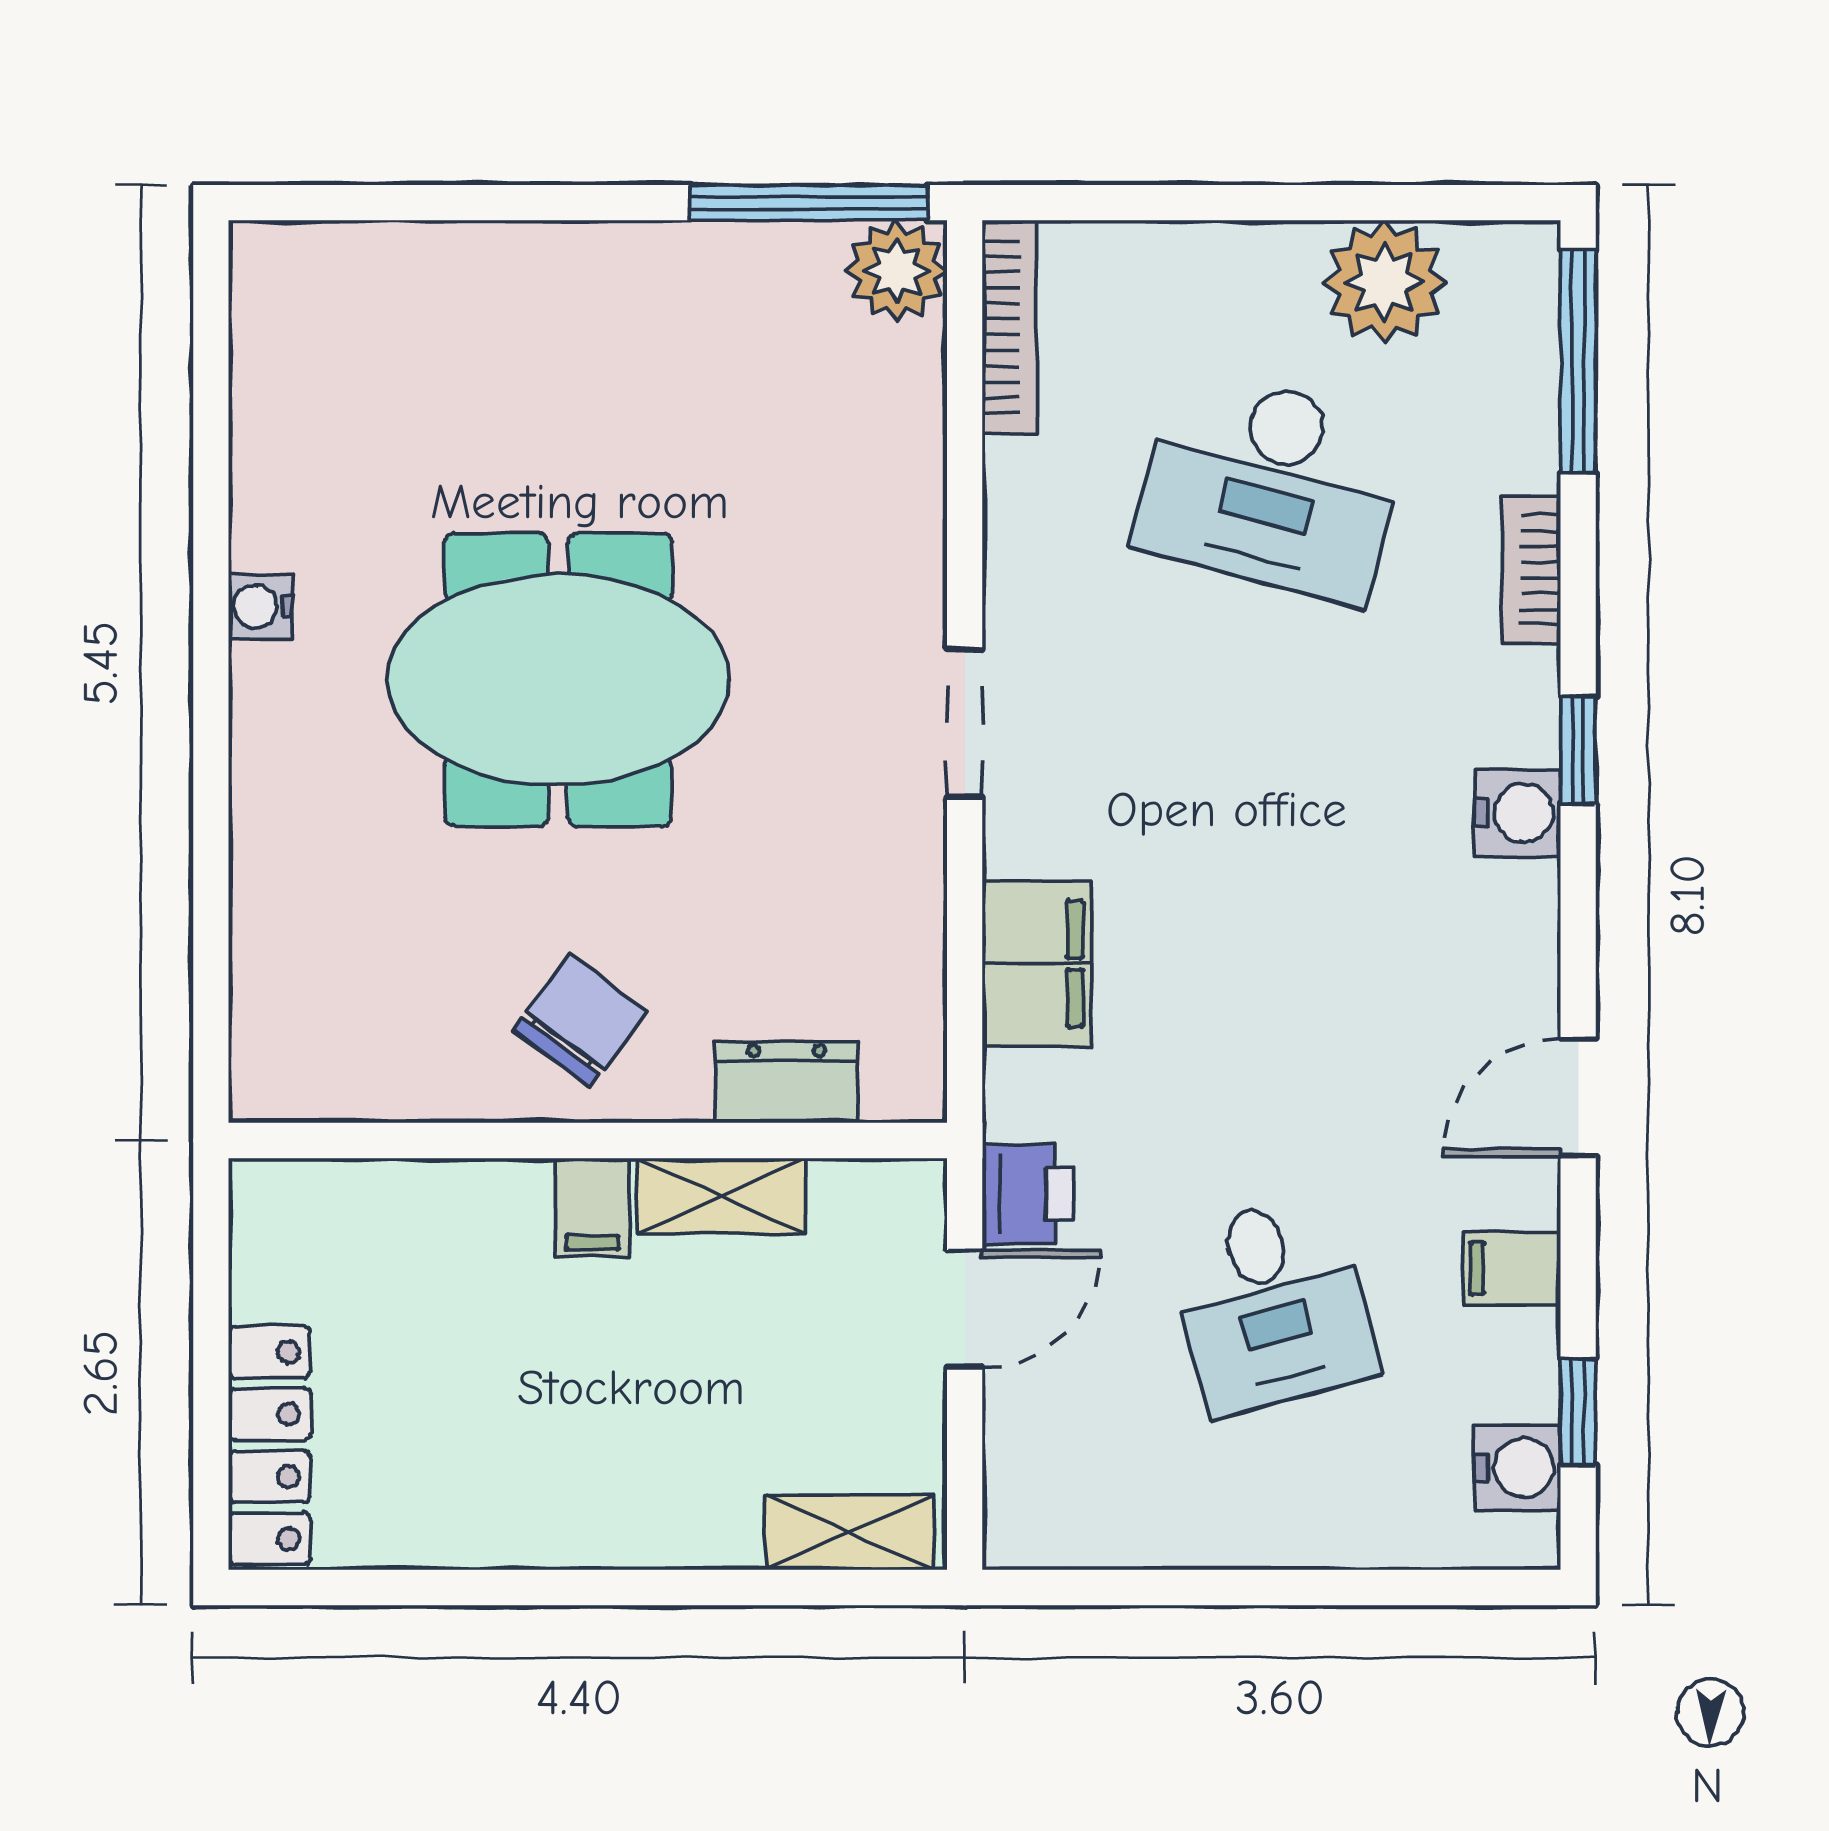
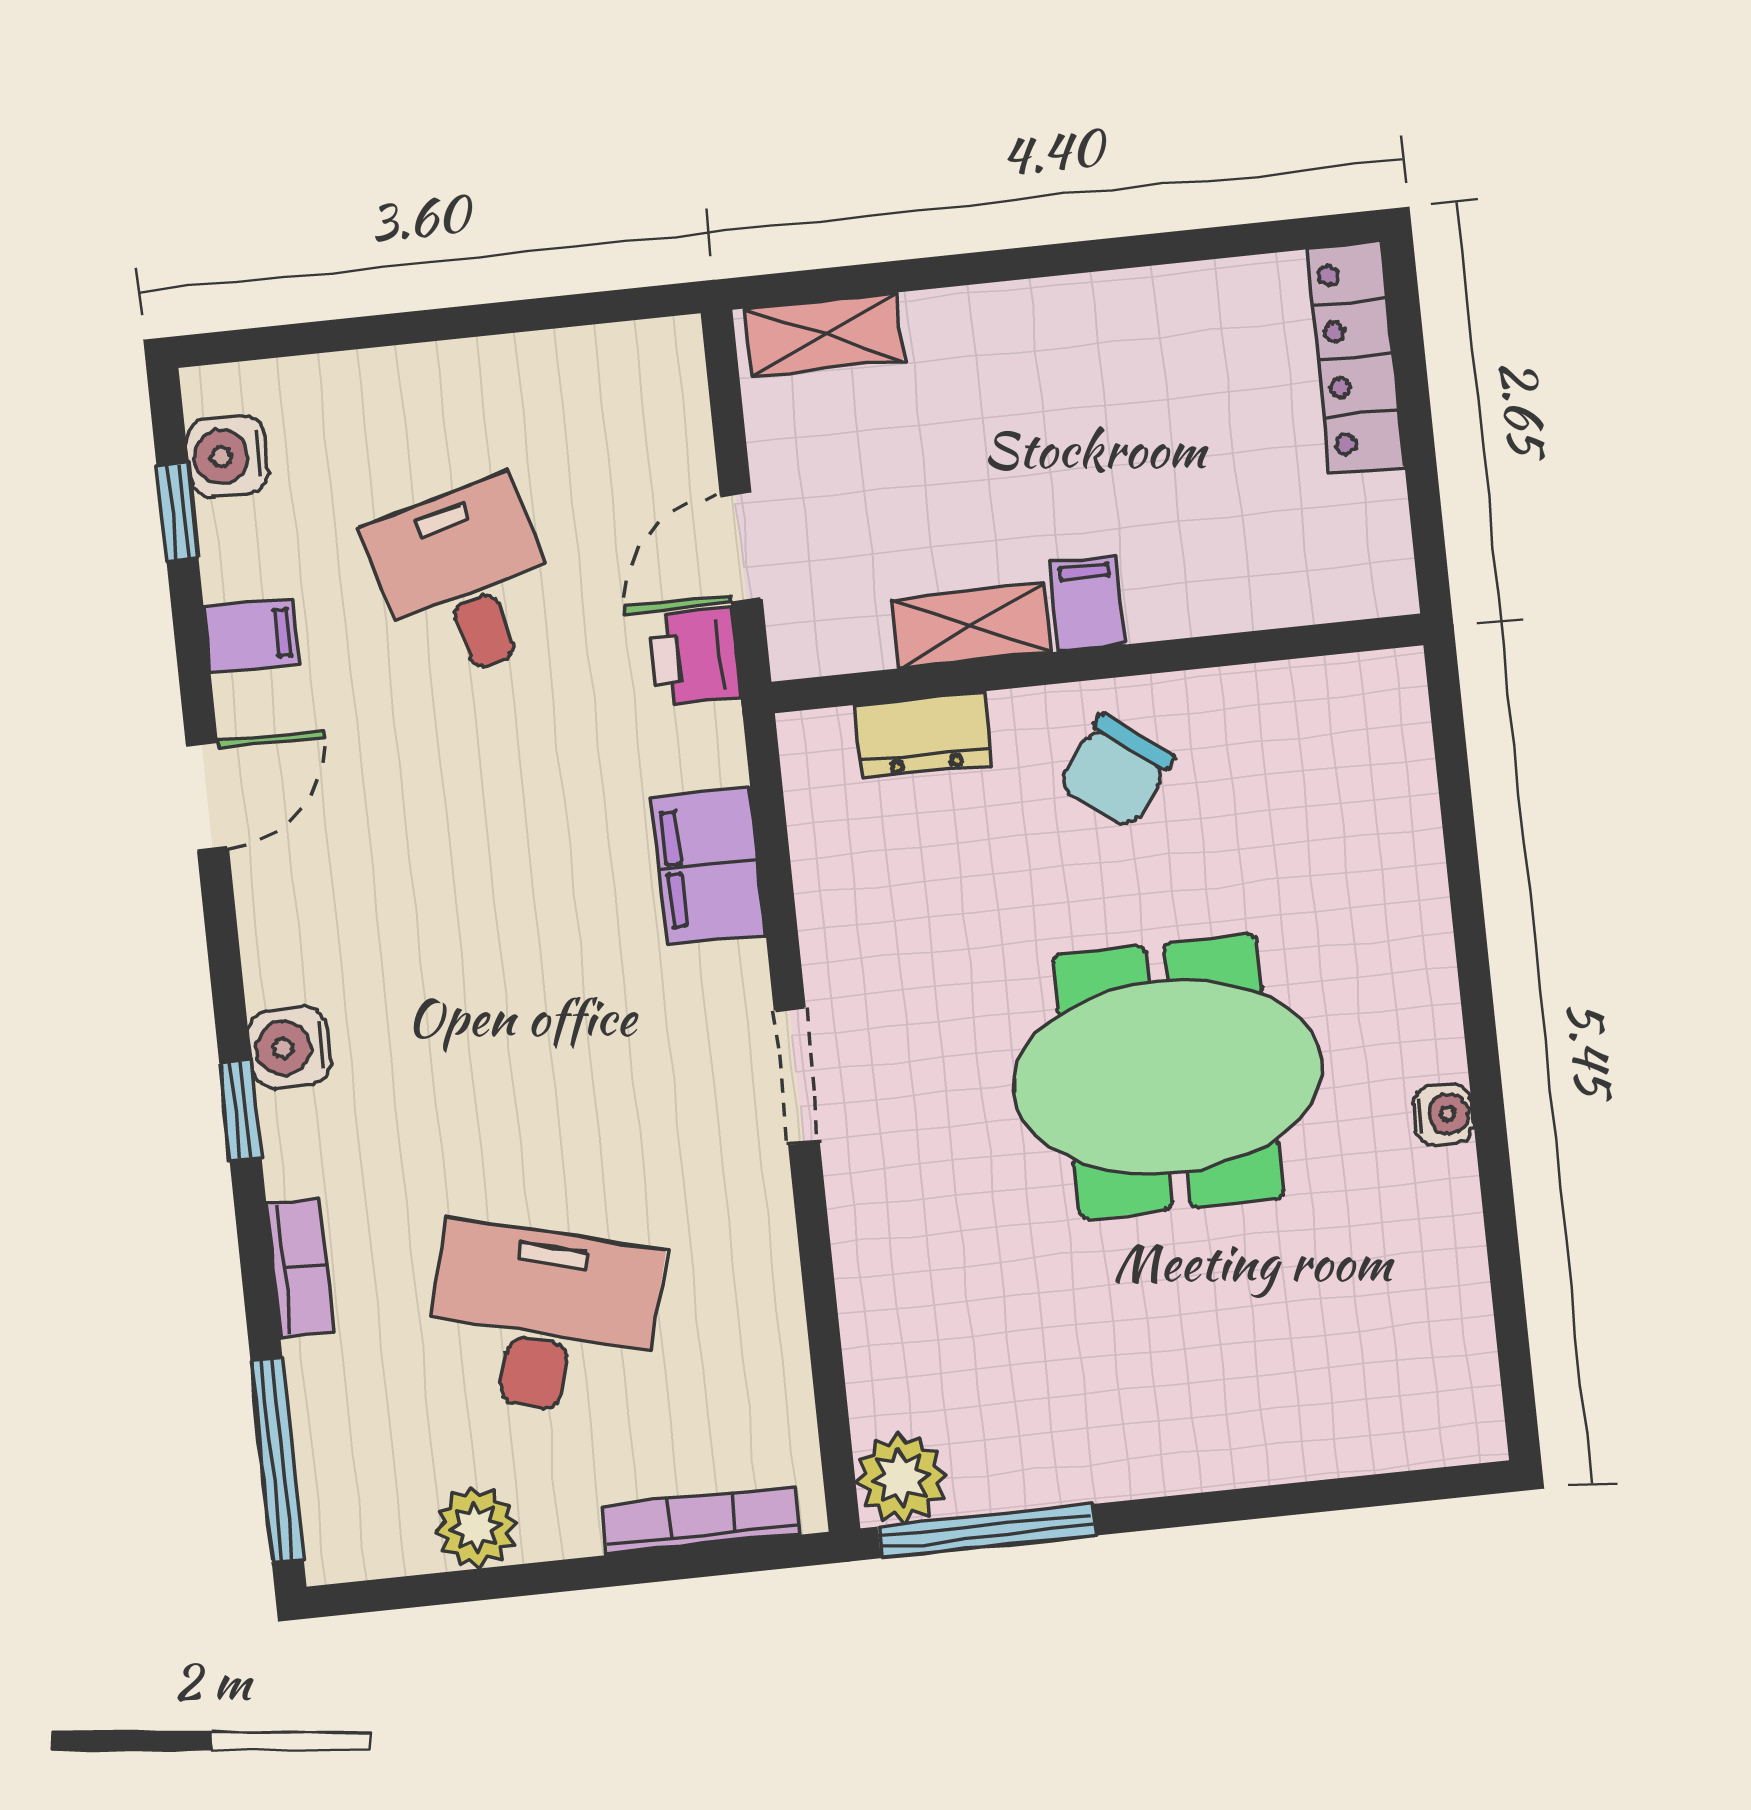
plant: (1384, 282) -> (476, 1527), width x0.73, depth x0.73
bookcase: (1009, 327) -> (702, 1520), moved, turned 90

